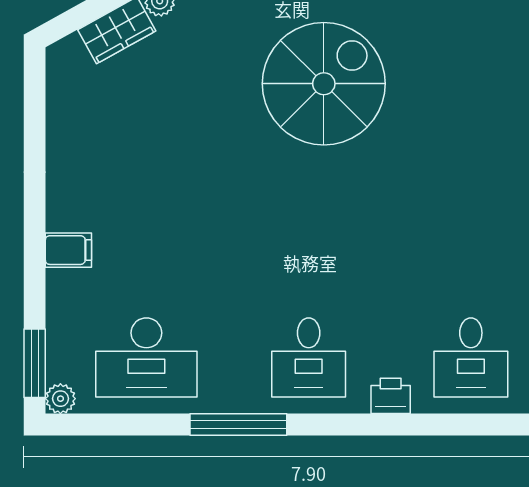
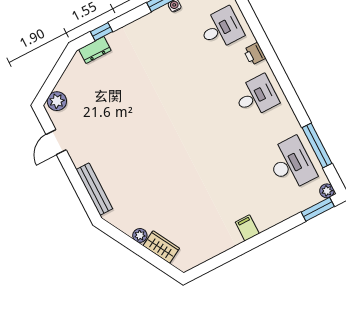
spiral stairs: (324, 84) -> (139, 149), removed
filing cabinet: (68, 250) -> (247, 228), moved
window: (238, 424) -> (317, 145), moved

